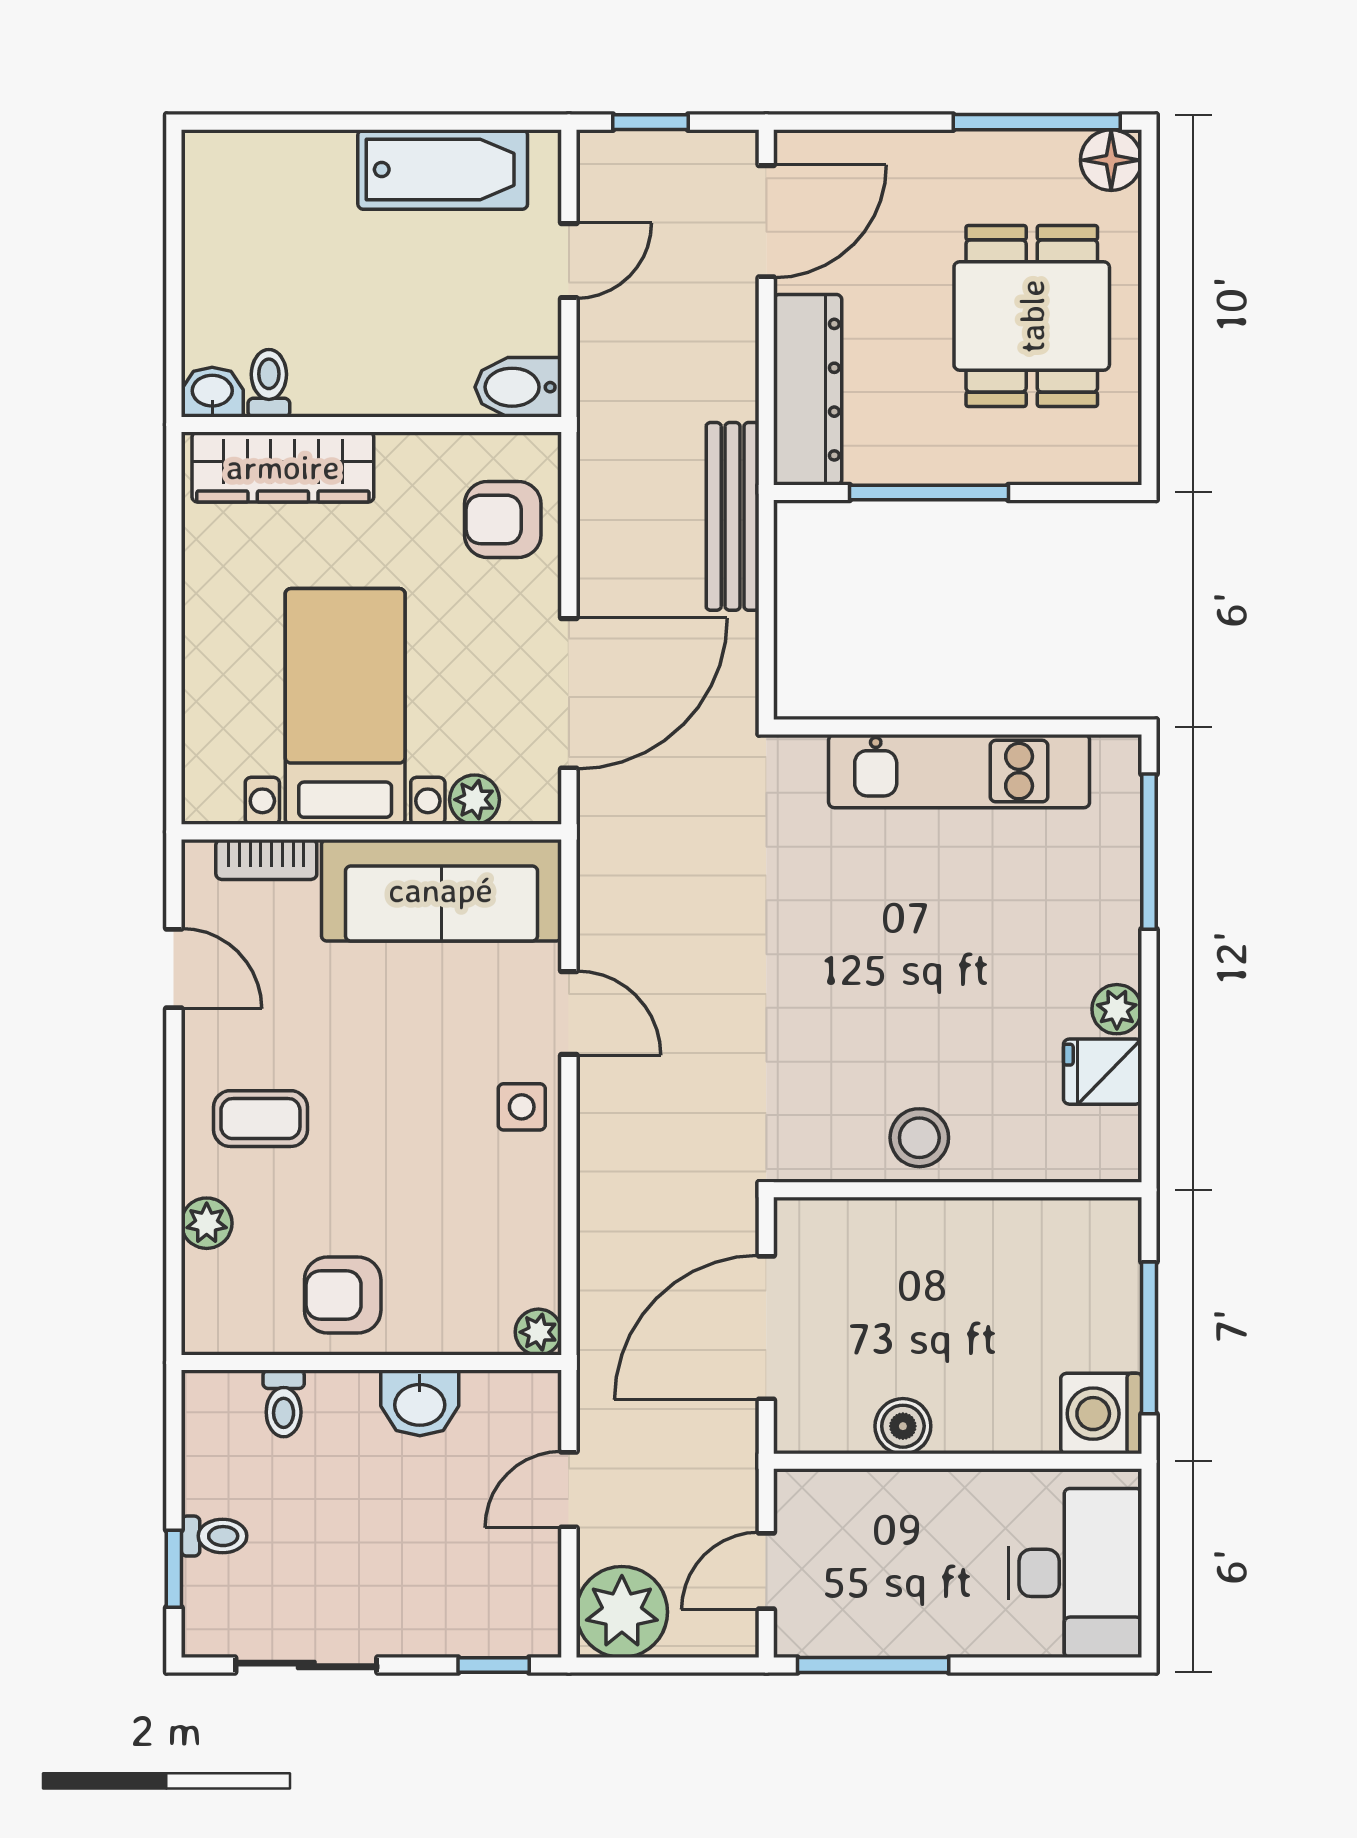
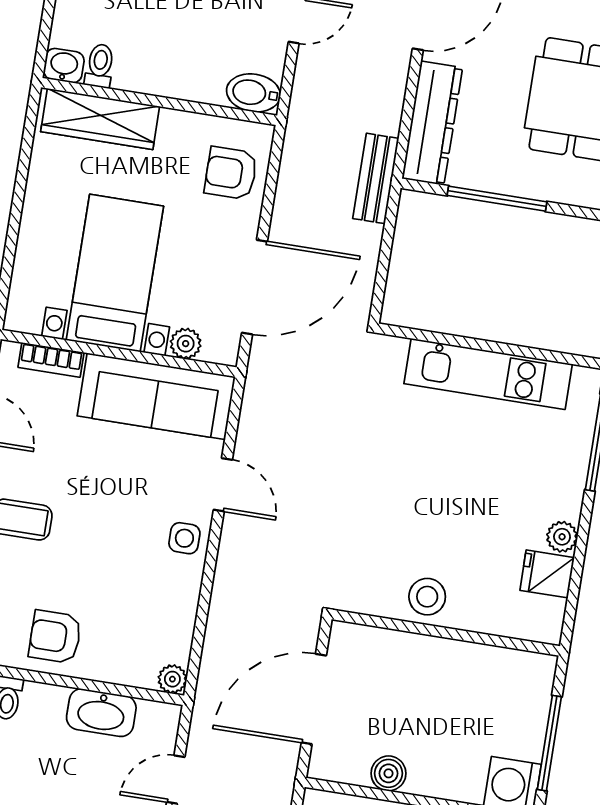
bench: (733, 516) -> (376, 178), width x0.73
washbasin: (420, 1403) -> (101, 713), width x1.38

